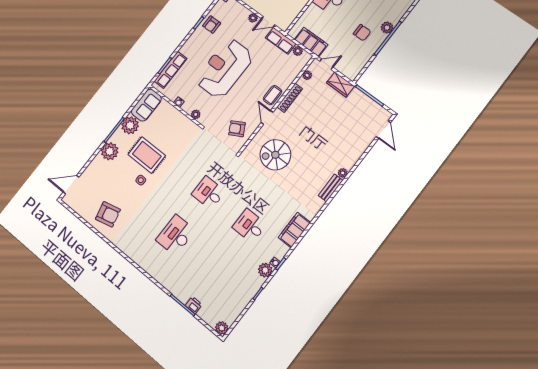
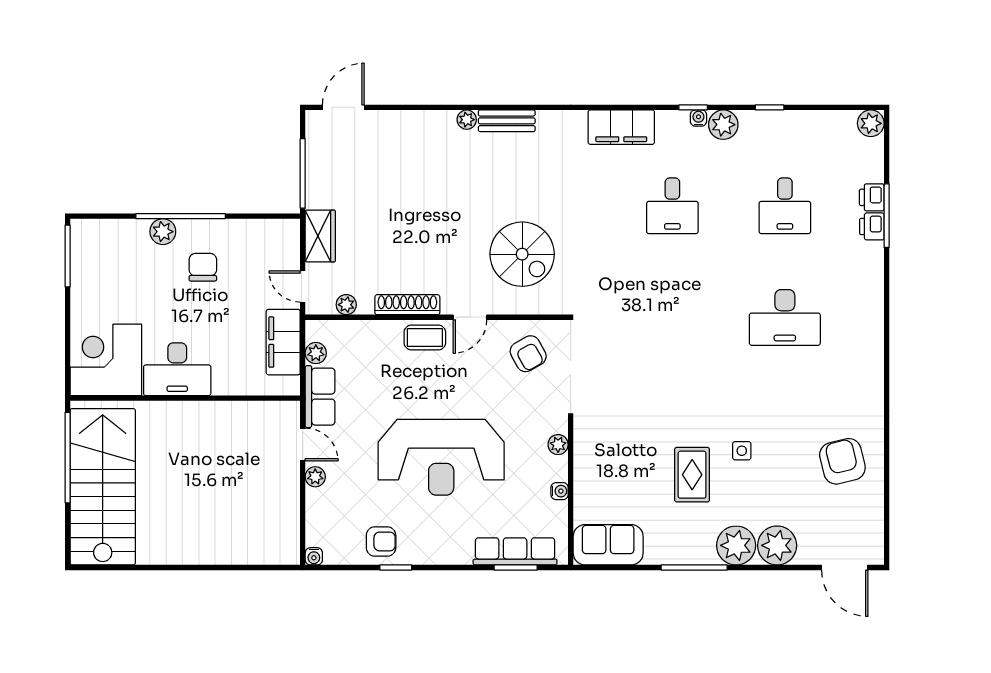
plant: (130, 125) -> (777, 545), moved
rug: (147, 155) -> (692, 475), width x0.73, depth x0.70
desk: (208, 193) -> (785, 206), moved
printer: (183, 296) -> (872, 226), added

